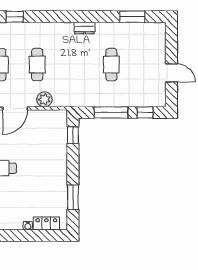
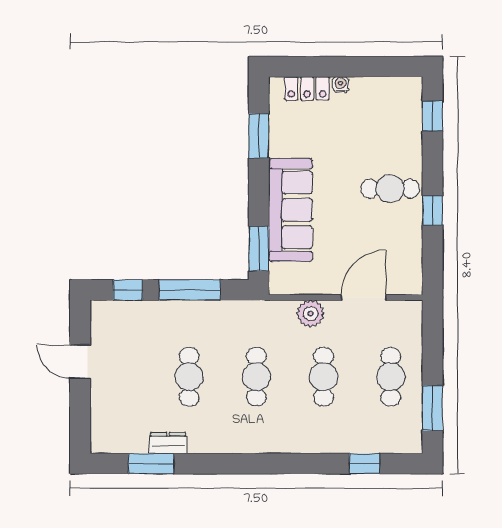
dresser: (84, 28) -> (168, 443), moved
cafe table: (74, 65) -> (256, 377), added
window: (73, 135) -> (259, 249), width x1.50
sofa: (55, 157) -> (291, 210), added

